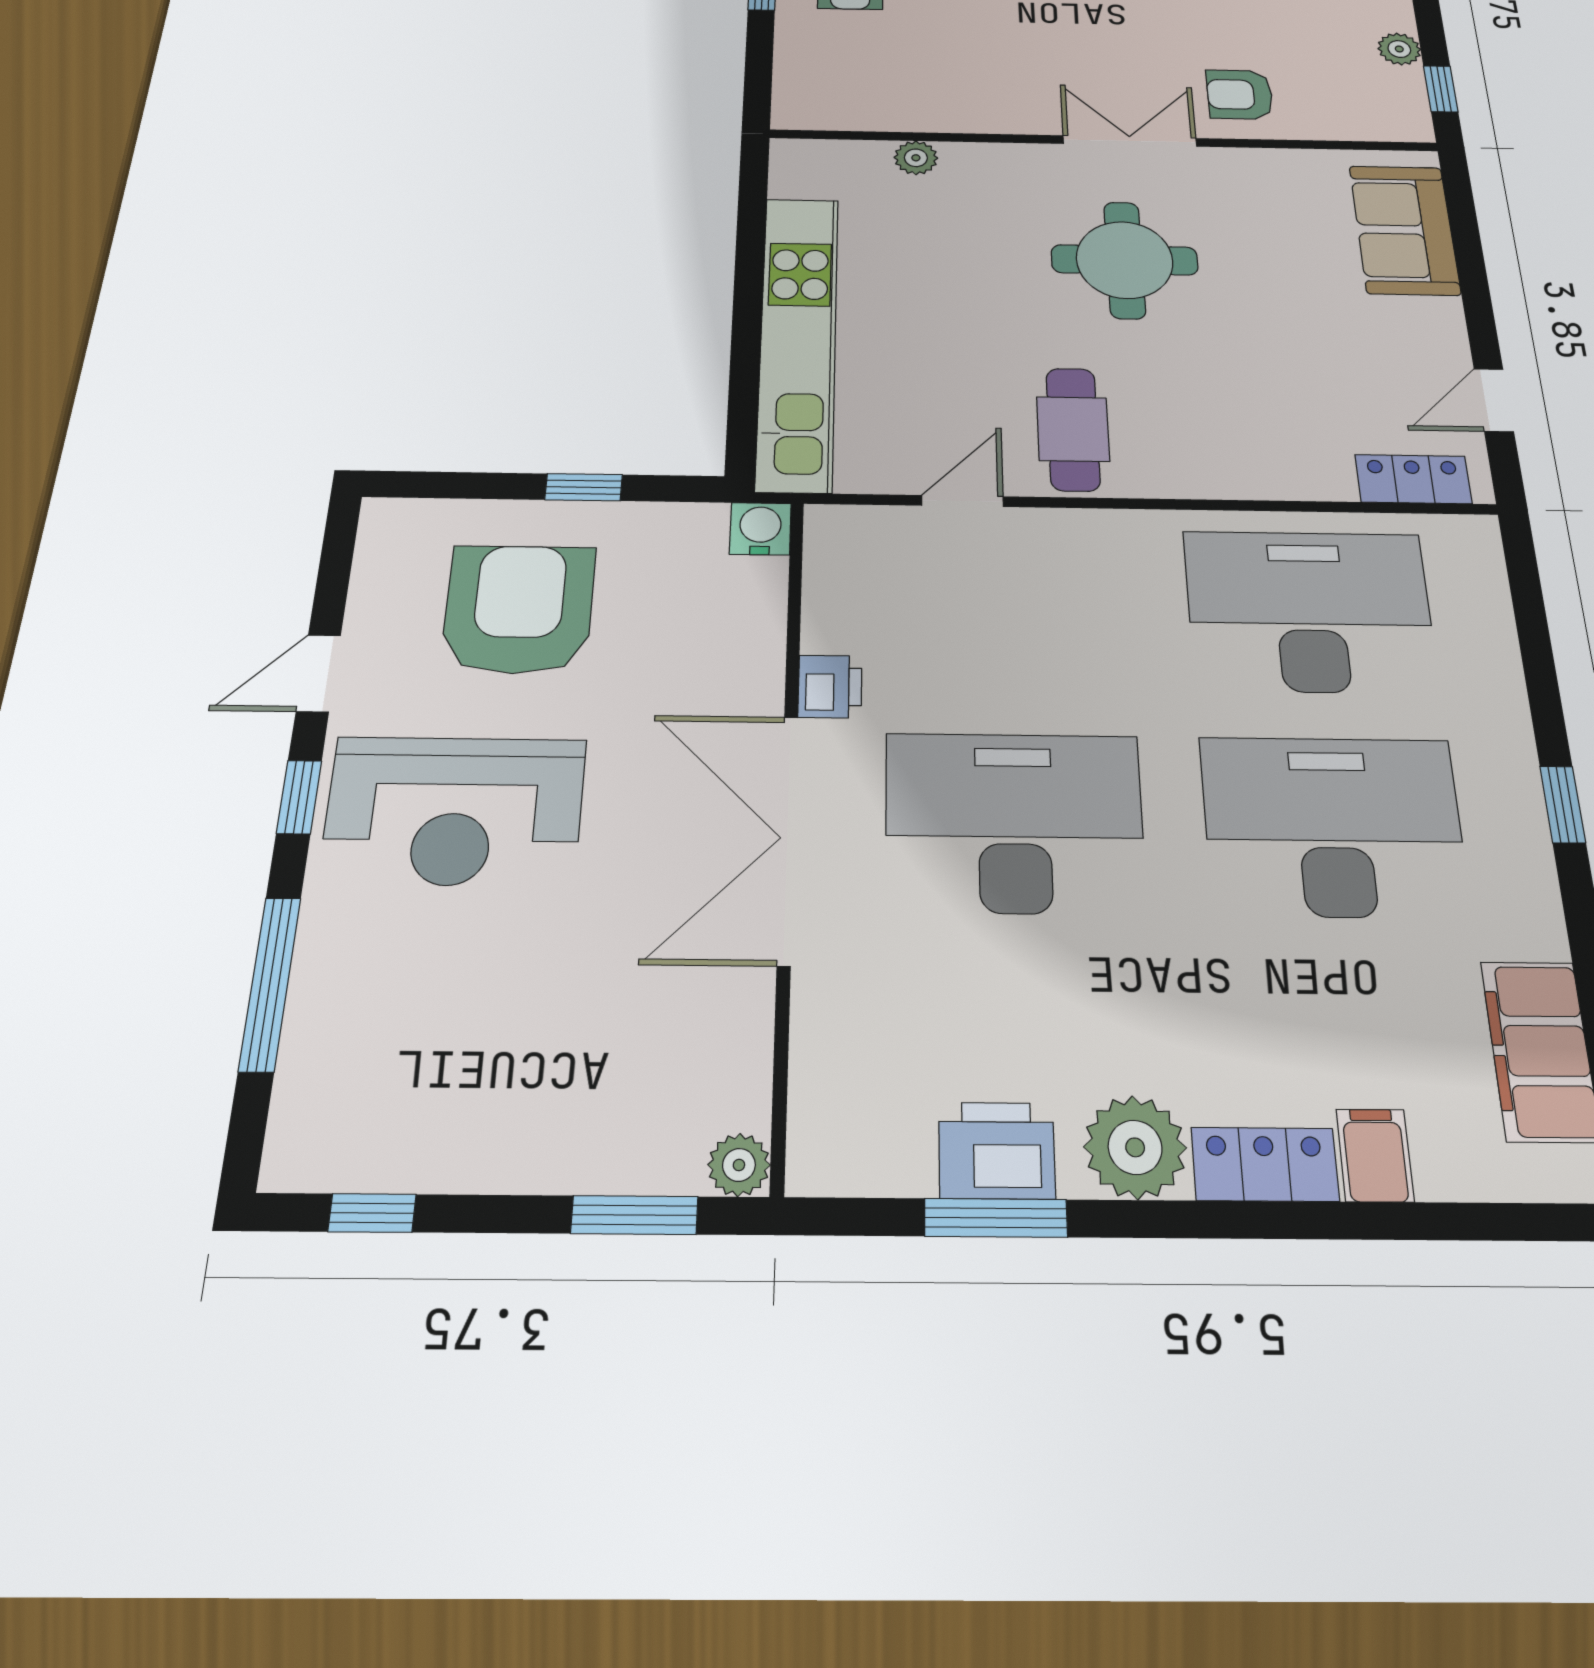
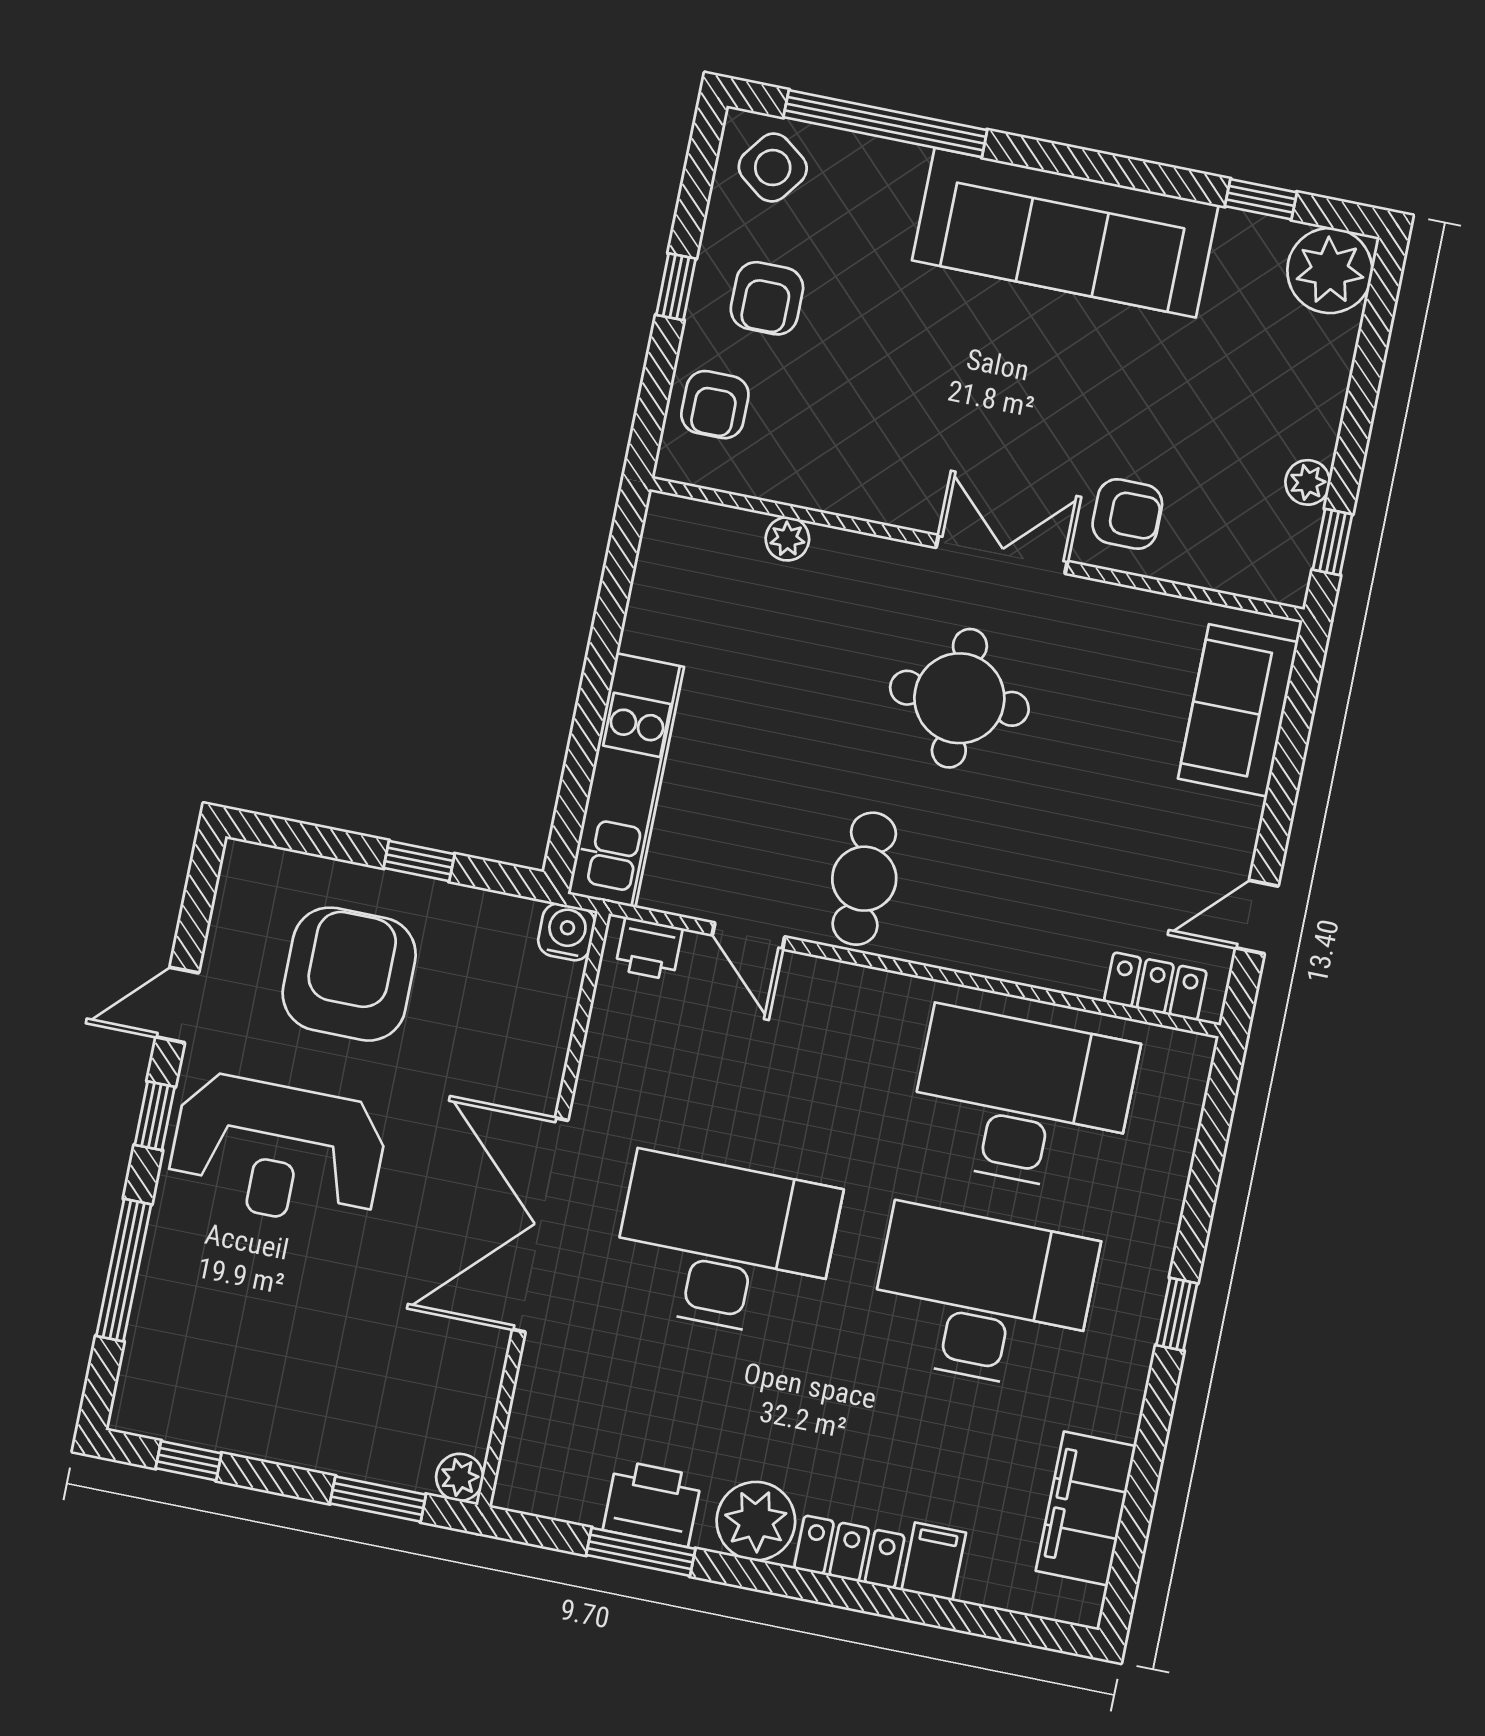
armchair: (819, 67) -> (715, 405), added
armchair: (1240, 95) -> (1127, 514), turned 180
kitchen unit: (798, 340) -> (626, 780), width x0.73
door: (962, 501) -> (749, 936), swing flipped
printer: (830, 687) -> (649, 949), moved, turned 90

